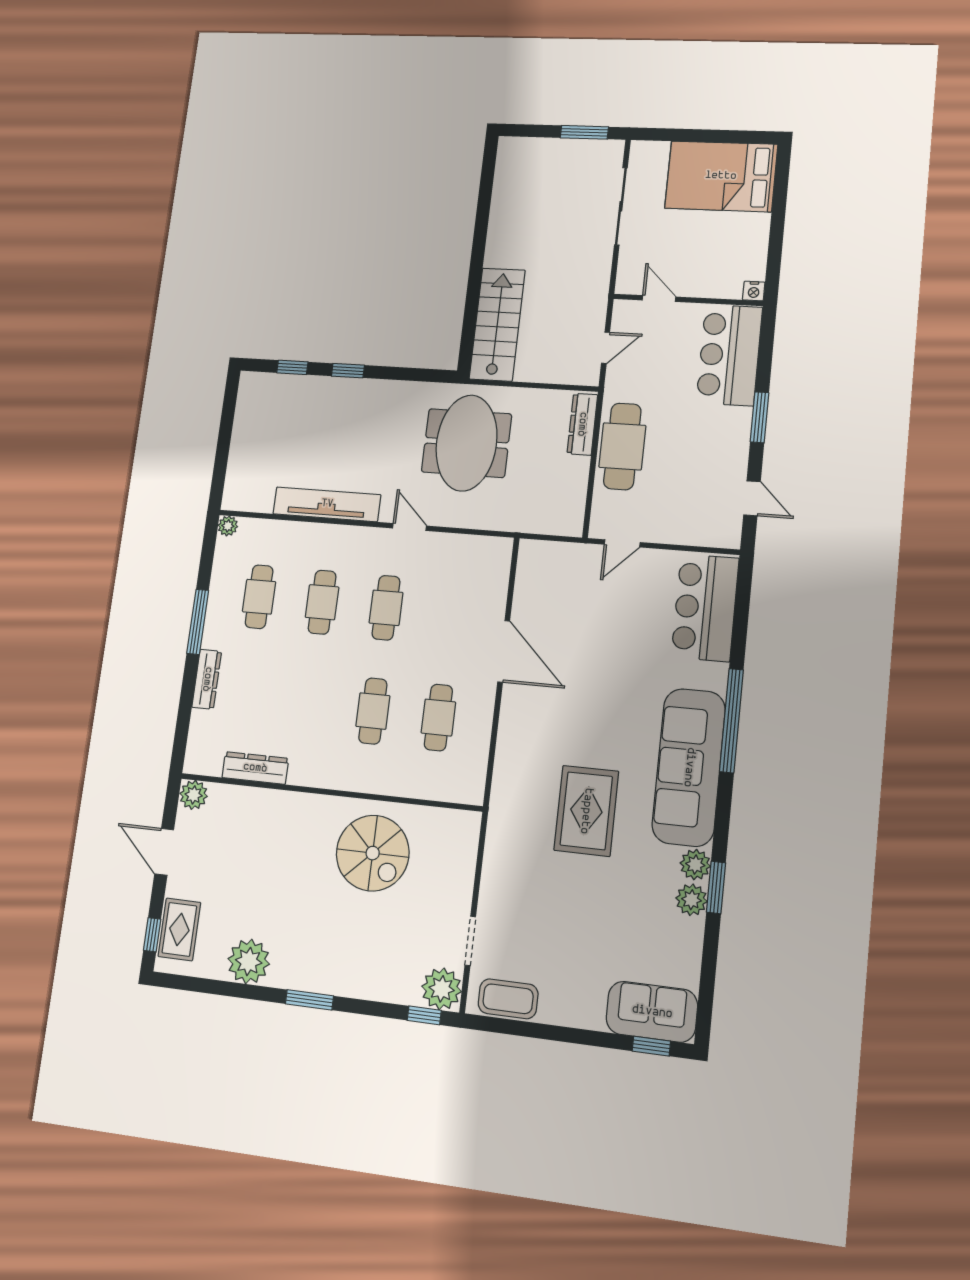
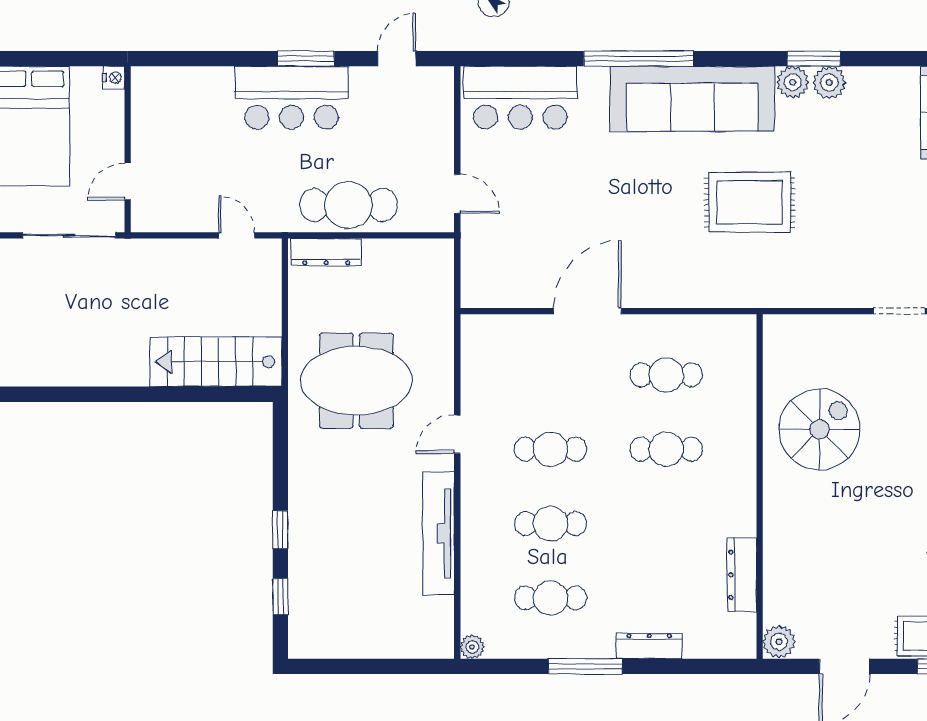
nightstand: (754, 291) -> (114, 78), moved
door: (659, 298) -> (128, 182), moved
wall: (688, 300) -> (128, 149), moved
bar counter: (729, 355) -> (292, 98), moved

